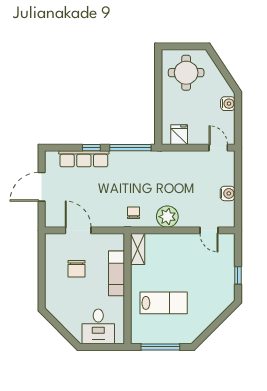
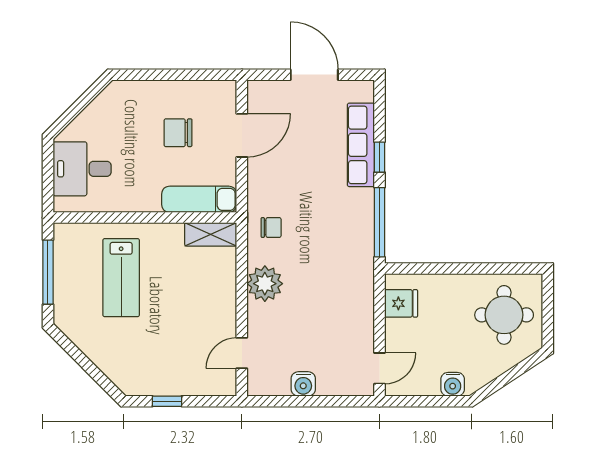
exam couch: (117, 273) -> (199, 199), moved

